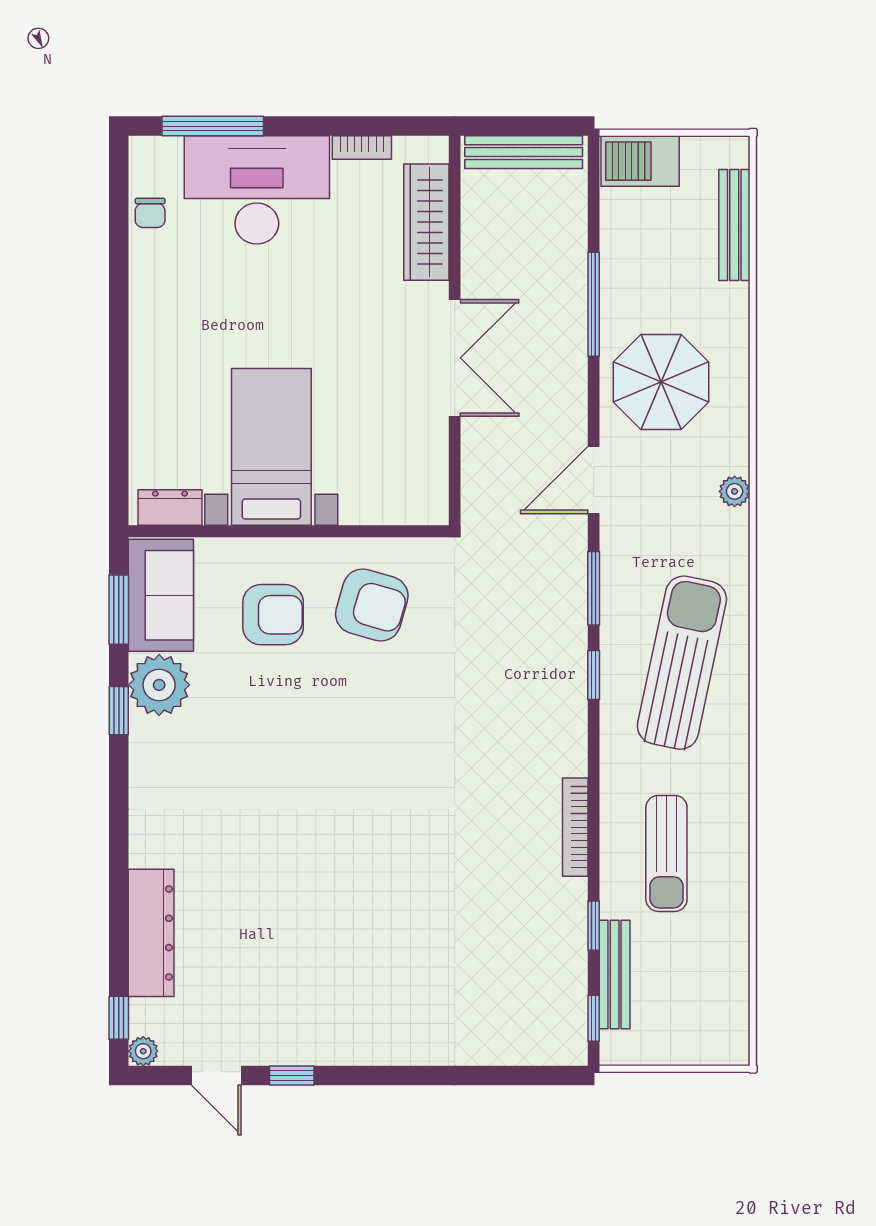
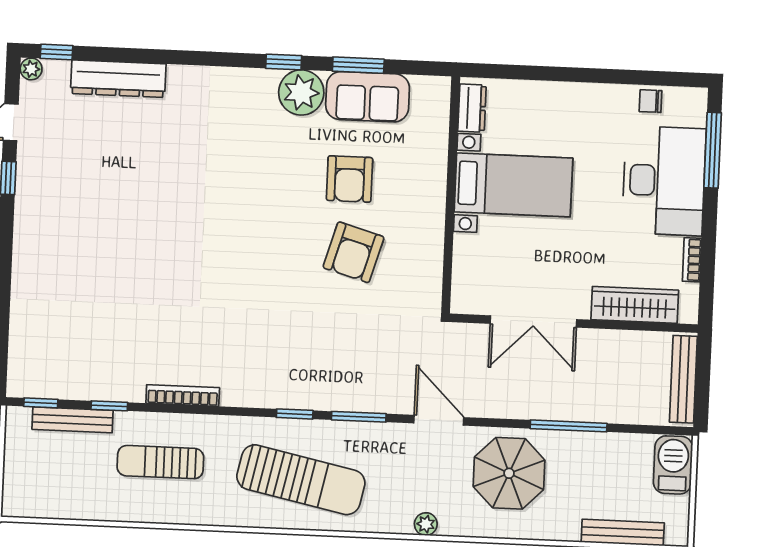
bed with nightstands: (271, 447) -> (513, 185), moved
dresser: (170, 508) -> (472, 108), moved
wall: (289, 531) -> (451, 195), moved

